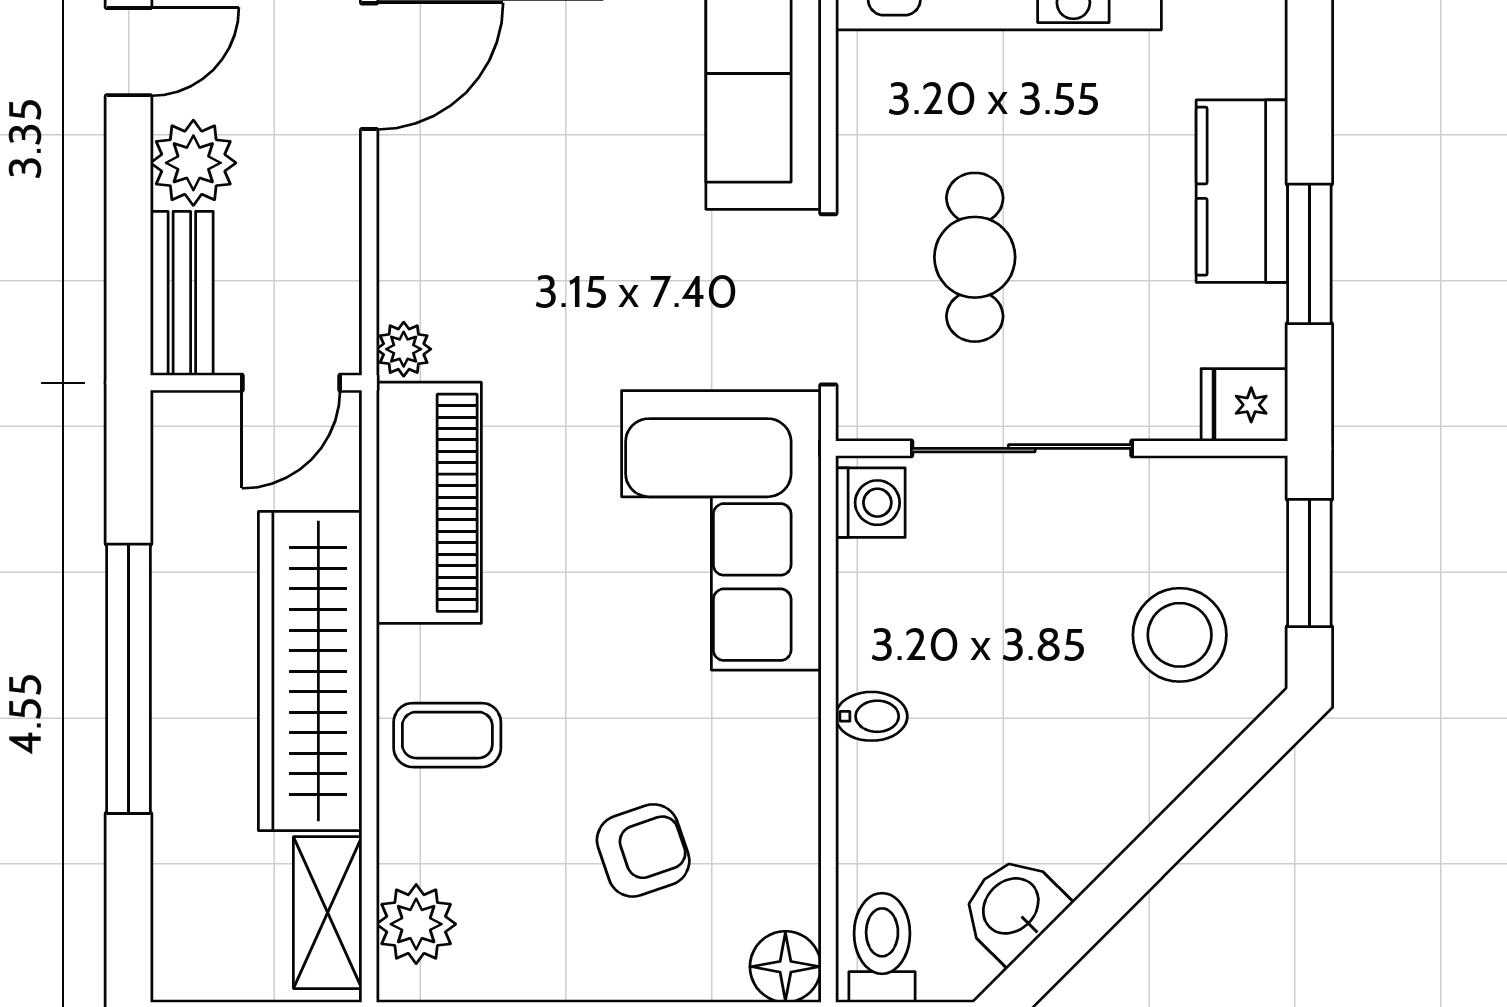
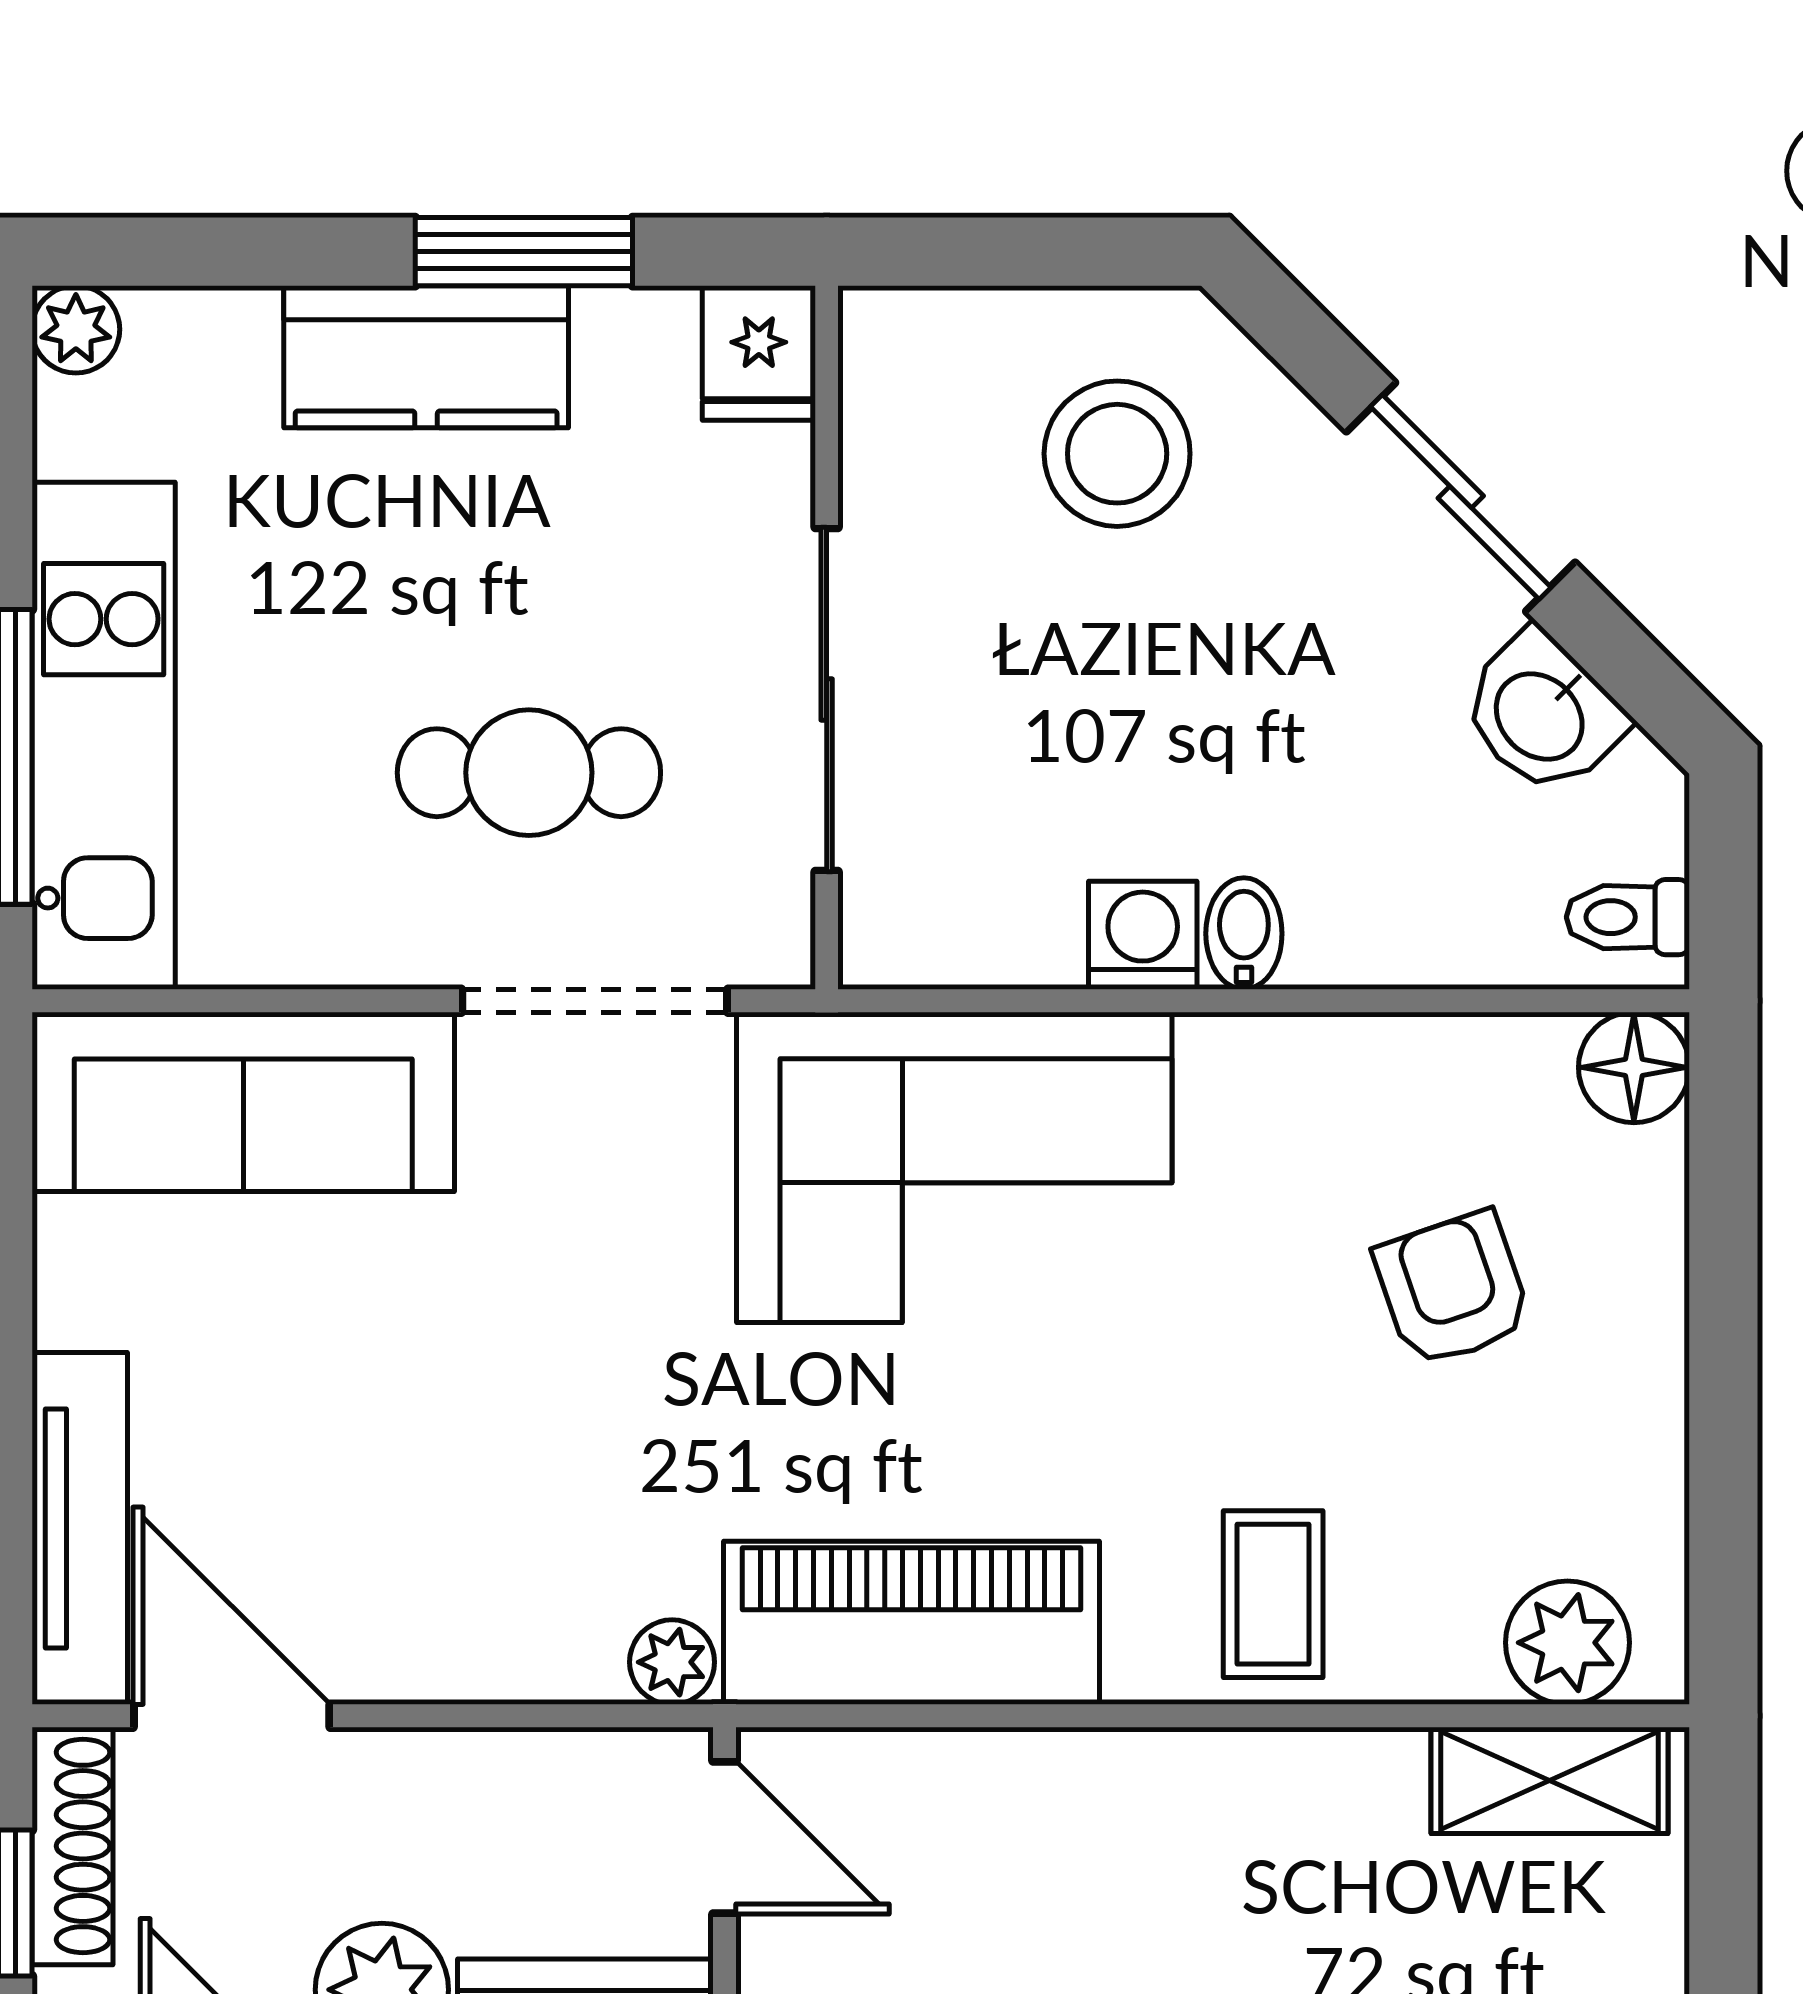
washing machine: (870, 503) -> (1143, 935), moved
window: (1309, 563) -> (1005, 252), removed
wardrobe: (310, 671) -> (1173, 1808), removed
sliding door: (1152, 856) -> (1461, 497), added
toilet: (882, 948) -> (1628, 917), width x0.73, depth x0.72

